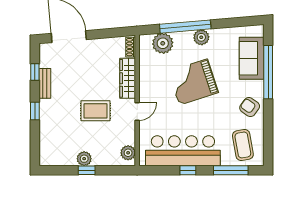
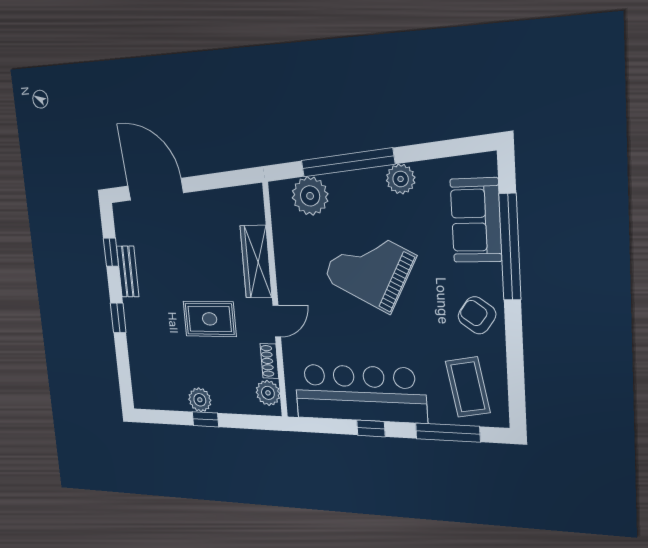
plant: (201, 37) -> (401, 179), moved
shoe rack: (131, 47) -> (269, 361), moved
grand piano: (193, 82) -> (369, 267), turned 46

